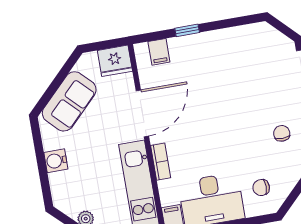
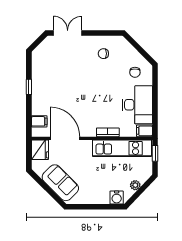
window: (187, 30) -> (29, 87), moved
door: (142, 113) -> (65, 138), moved
water cooler: (56, 161) -> (117, 197), moved

